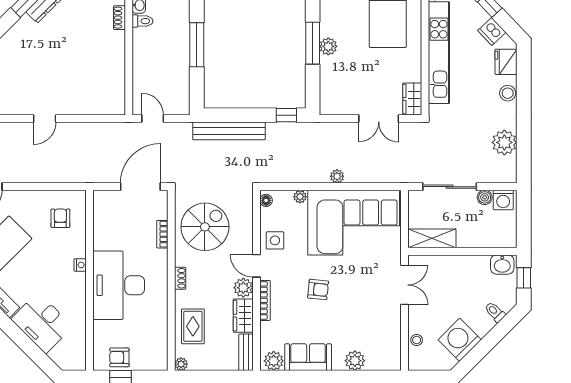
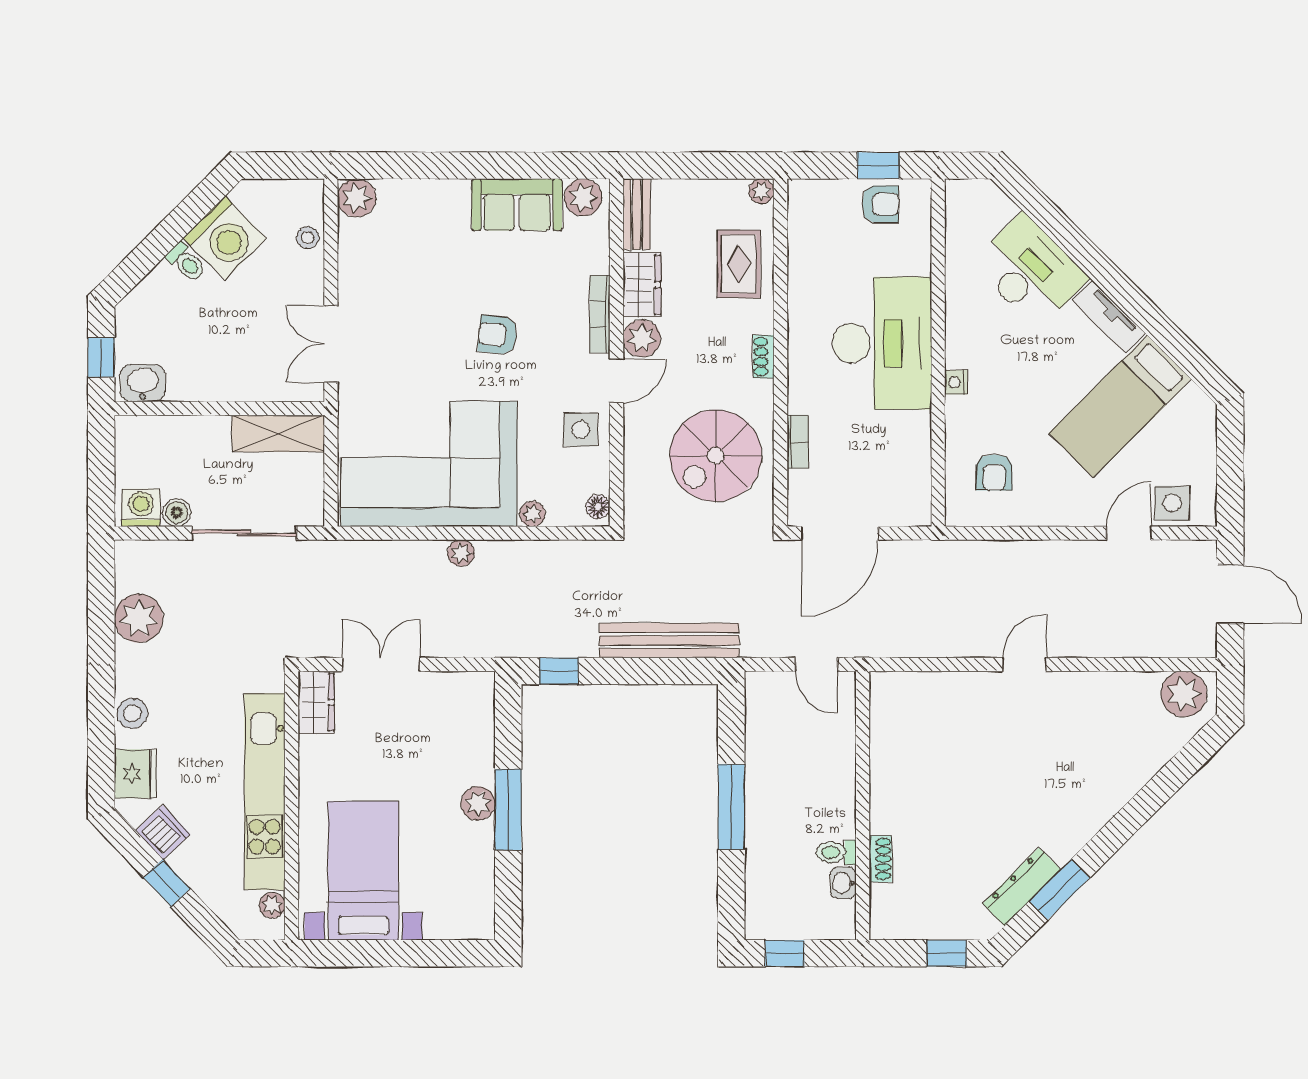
door: (256, 266) -> (616, 381), hinge flipped
toilet: (495, 312) -> (186, 262), moved
plant: (355, 361) -> (357, 198), moved

